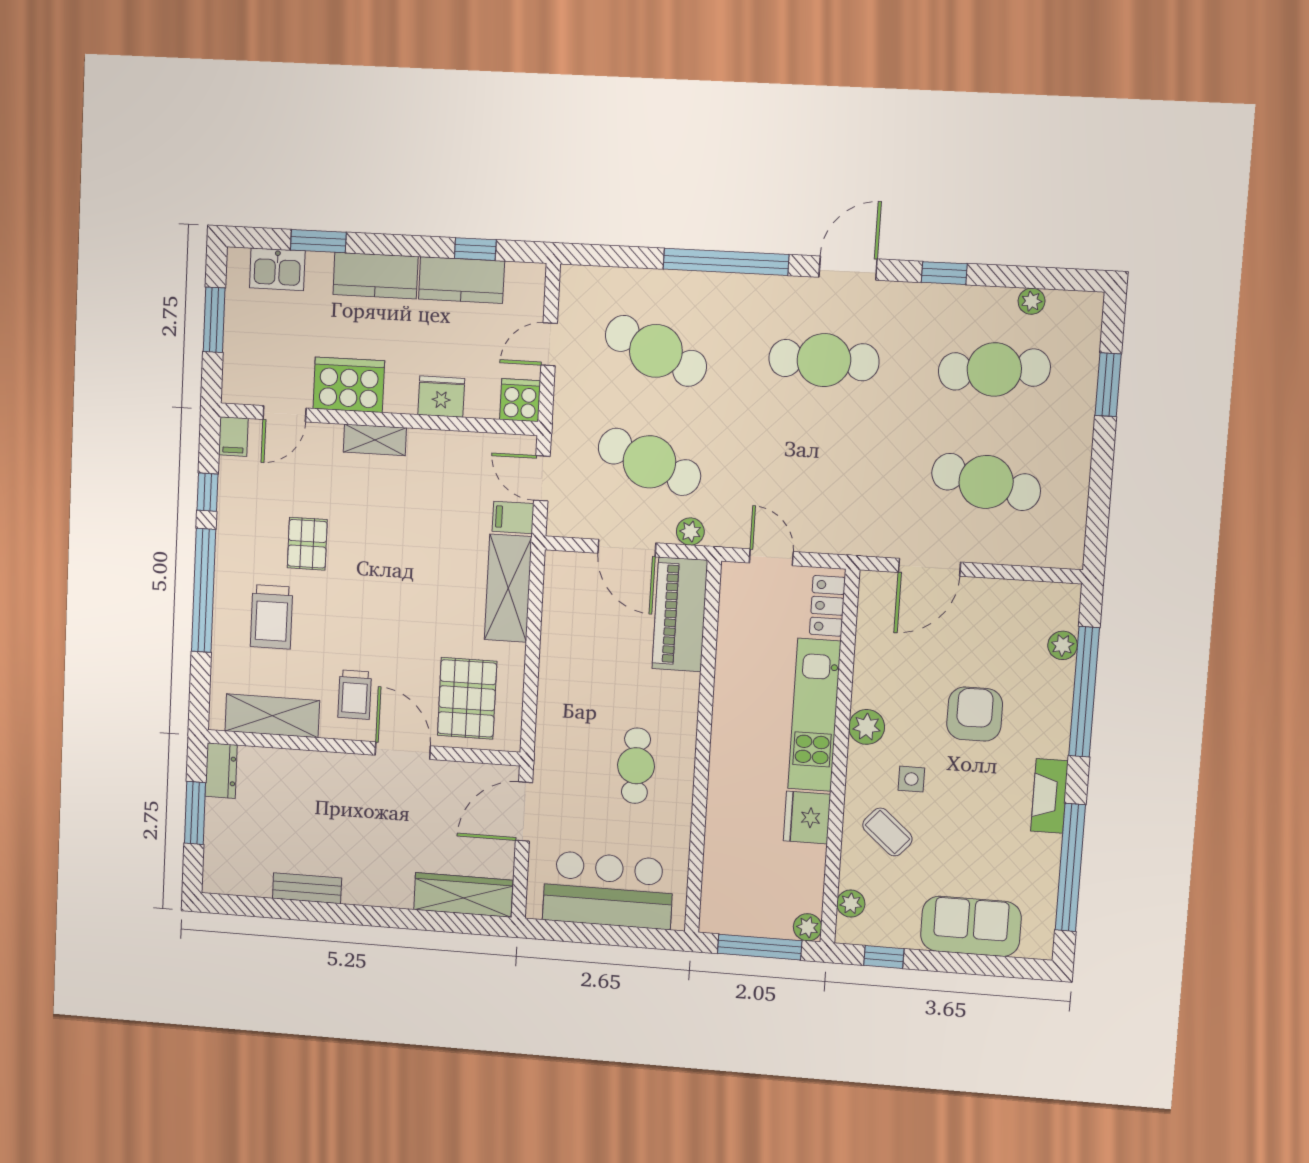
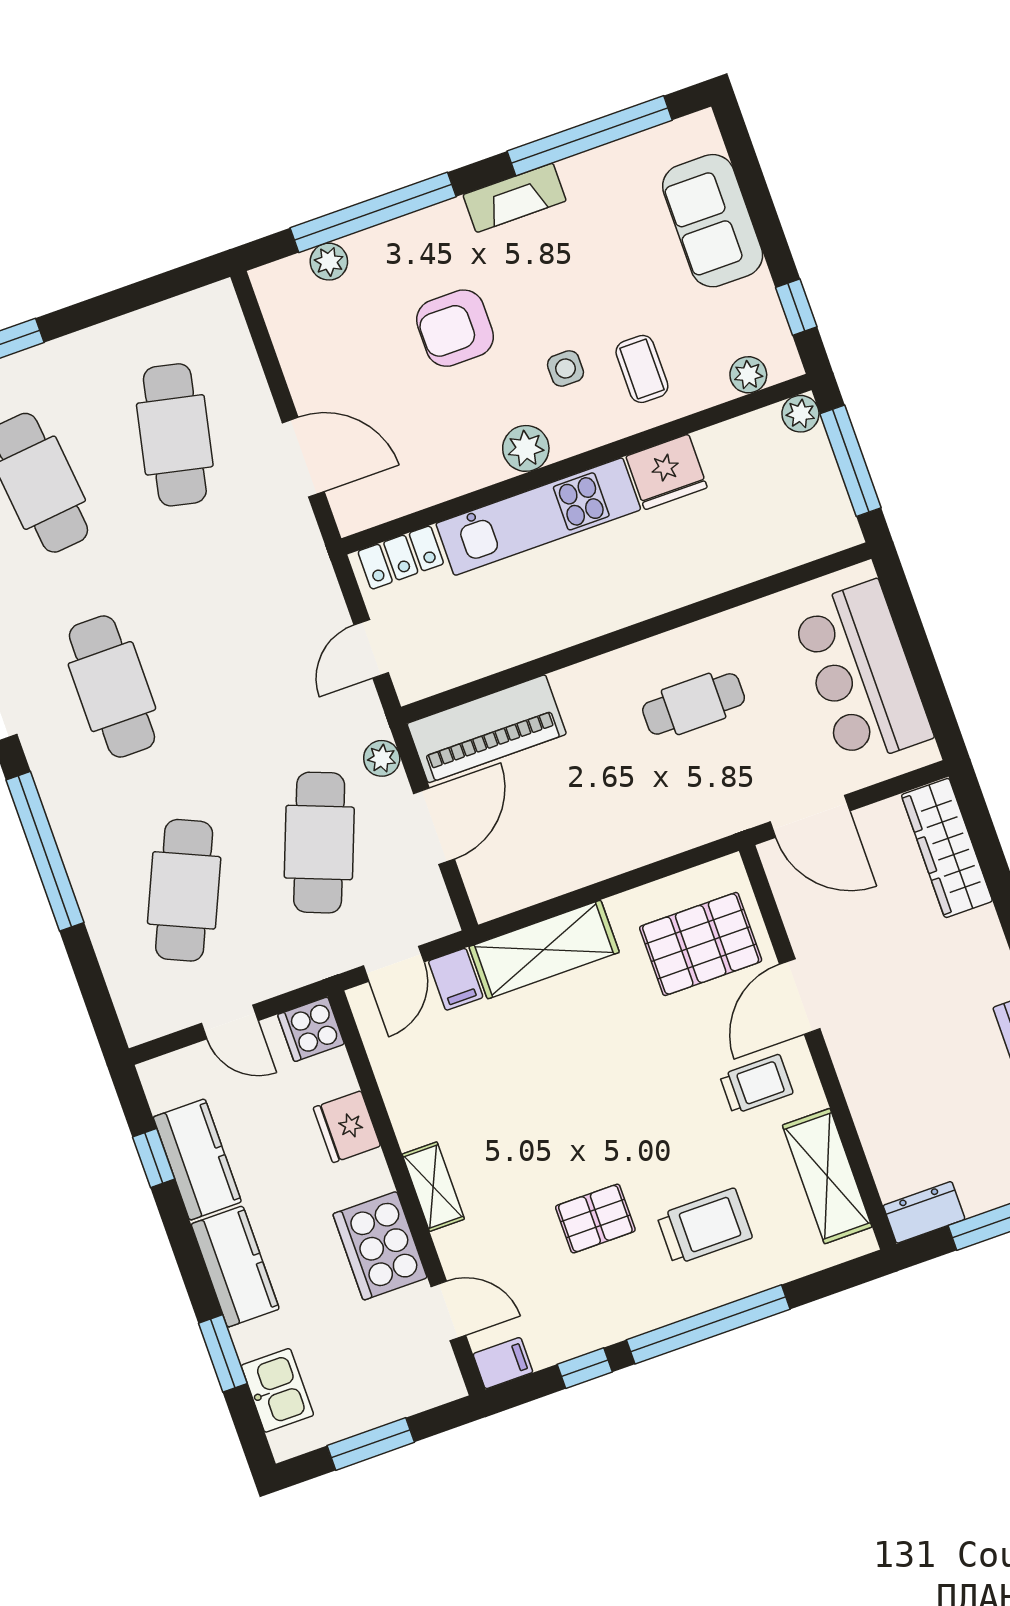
coffee table: (887, 832) -> (642, 369), turned -41

